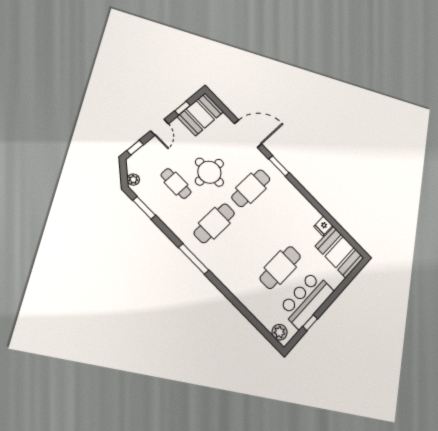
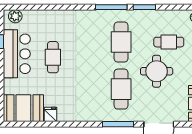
window: (279, 166) -> (118, 124), width x1.44
window: (144, 208) -> (144, 7), moved
cafe table: (280, 267) -> (53, 57), width x0.73, depth x0.74

